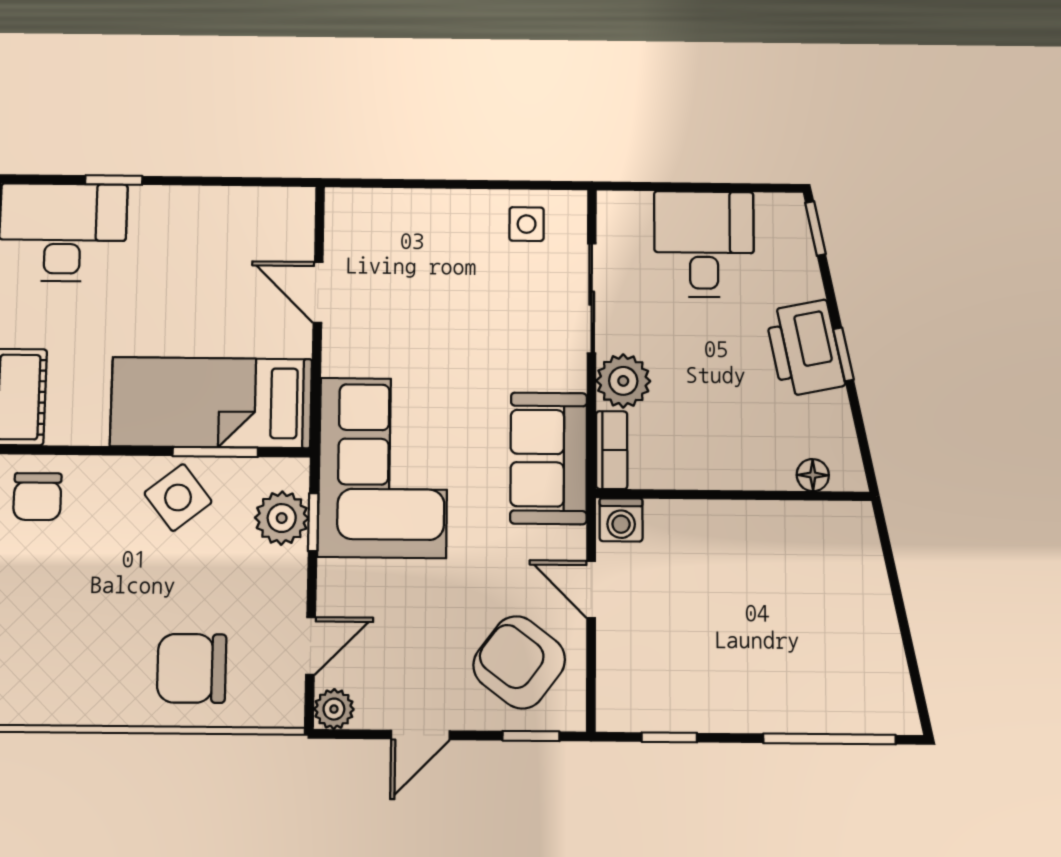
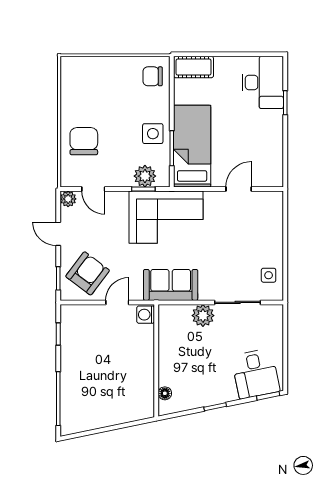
desk: (704, 244) -> (256, 374), moved, turned 78
printer: (805, 348) -> (217, 391), removed
bookcase: (612, 450) -> (174, 311), removed
side table: (178, 498) -> (153, 134), turned 38

